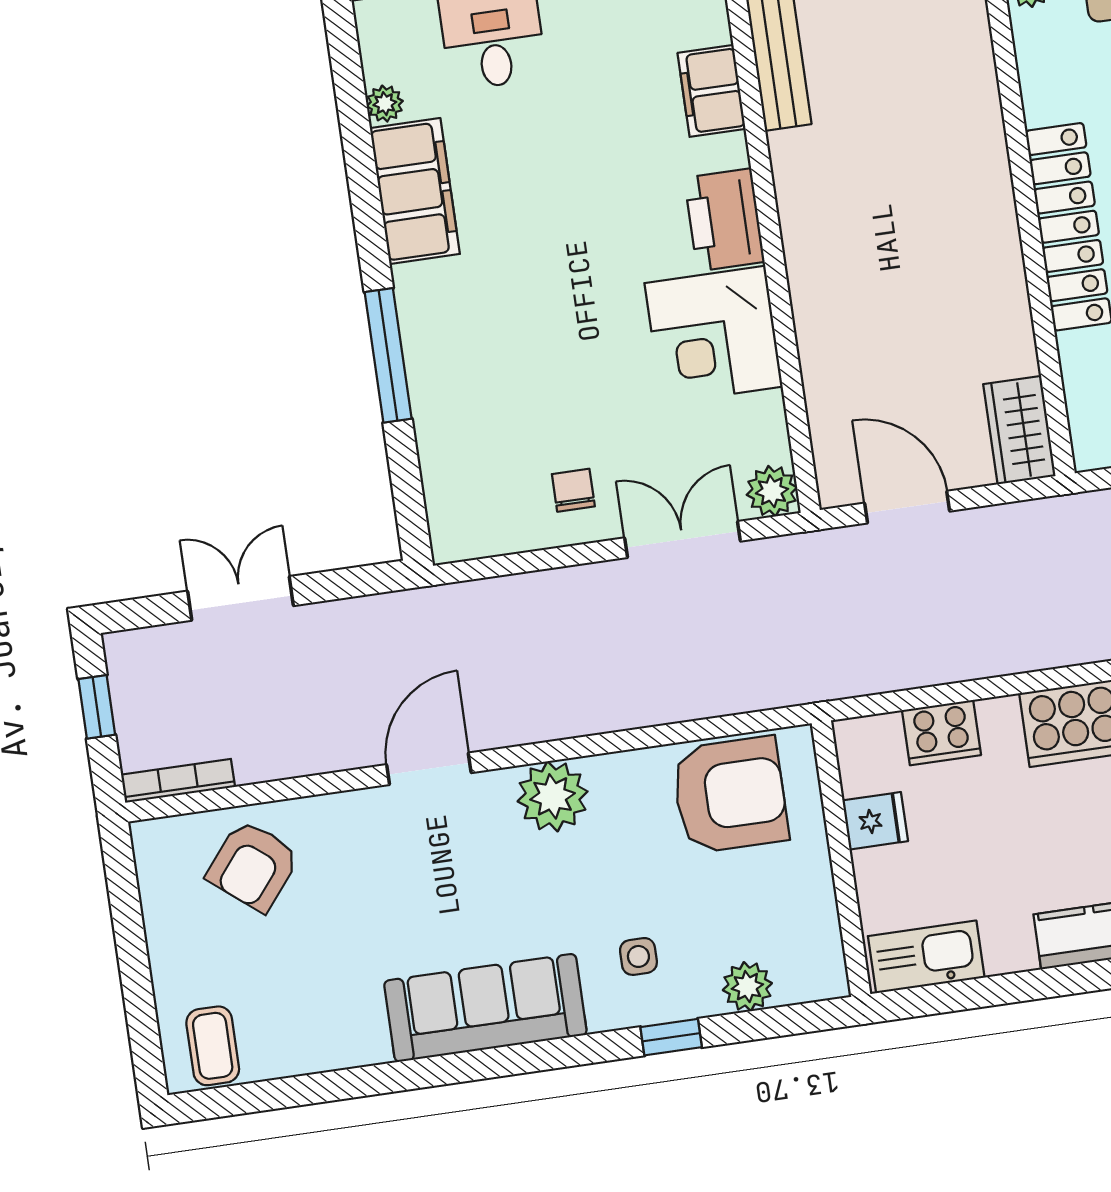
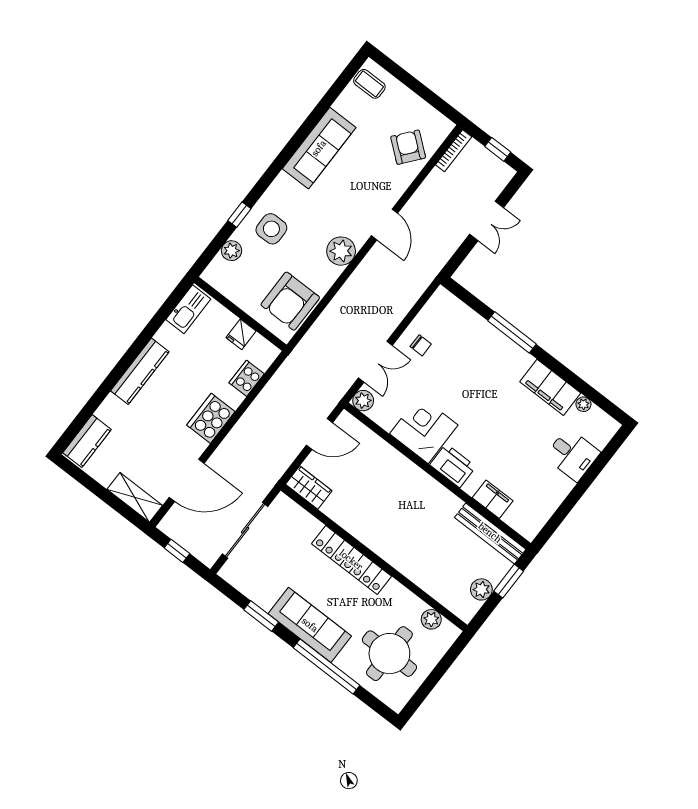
side table: (638, 956) -> (271, 229), width x1.87, depth x1.87
sofa: (485, 1008) -> (319, 148), moved

